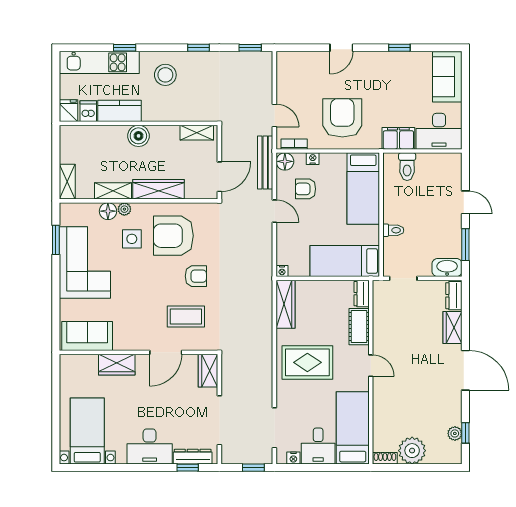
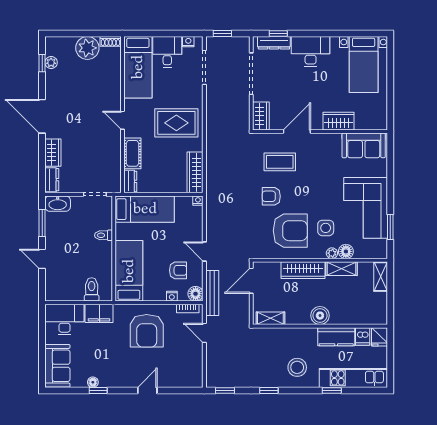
floor lamp: (406, 57) -> (93, 382), added

